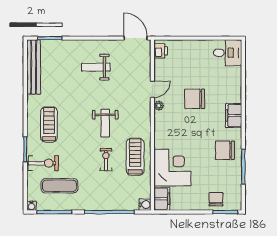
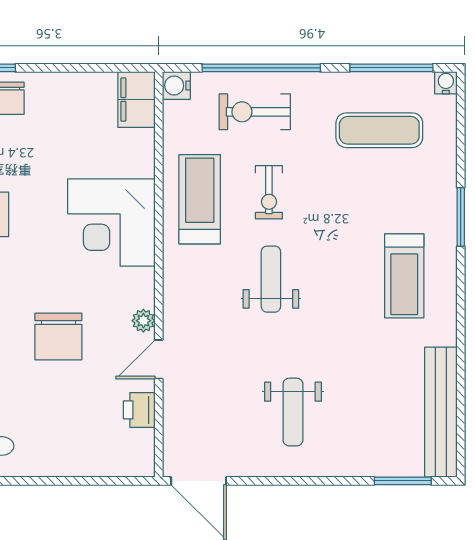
printer: (161, 51) -> (139, 410), moved
weight bench: (96, 67) -> (293, 412), turned 90
chair: (195, 99) -> (58, 337), turned 90
treadmill: (135, 157) -> (200, 199), turned 180
exercise bike: (43, 163) -> (255, 112), moved
corner desk: (172, 168) -> (111, 222), moved

